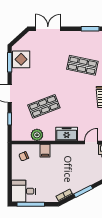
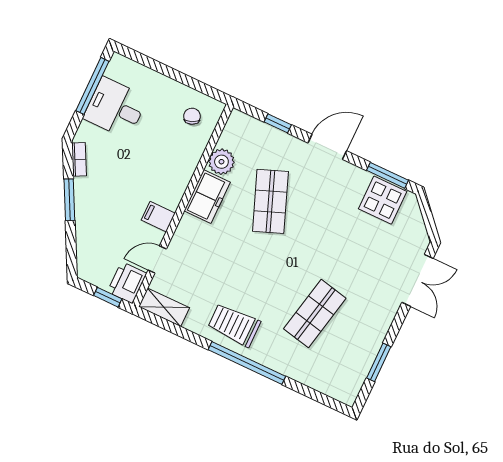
freezer: (67, 134) -> (207, 197), moved
door: (91, 142) -> (157, 259), swing flipped
filing cabinet: (45, 151) -> (158, 217), moved
desk: (24, 191) -> (115, 108), moved, turned -90

